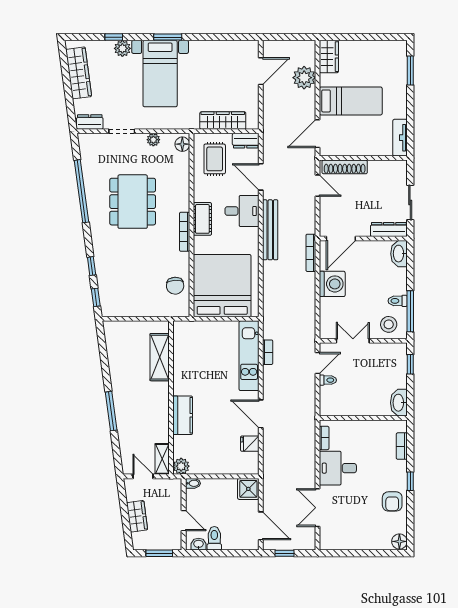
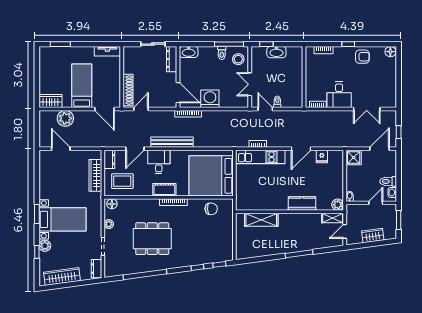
washbasin: (399, 403) -> (276, 52), moved

